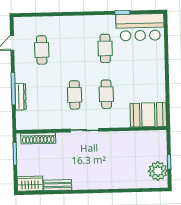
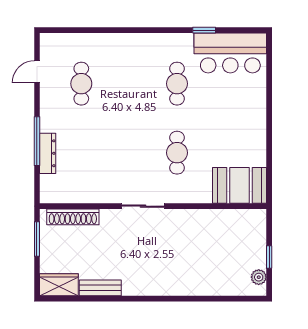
cafe table: (75, 95) -> (129, 153), removed
plant: (158, 171) -> (259, 277), width x0.53, depth x0.53

